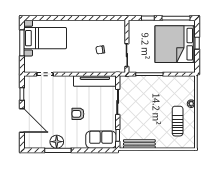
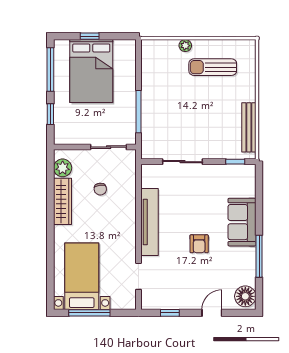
wardrobe: (92, 26) -> (63, 201), added
plant: (114, 26) -> (63, 168), added
bed: (175, 44) -> (91, 71), width x0.73
tv unit: (95, 81) -> (149, 222), moved
armchair: (78, 114) -> (199, 244), moved
door: (22, 121) -> (212, 313), width x0.53
sofa: (101, 140) -> (242, 222), moved
floor lamp: (57, 142) -> (245, 296), moved

